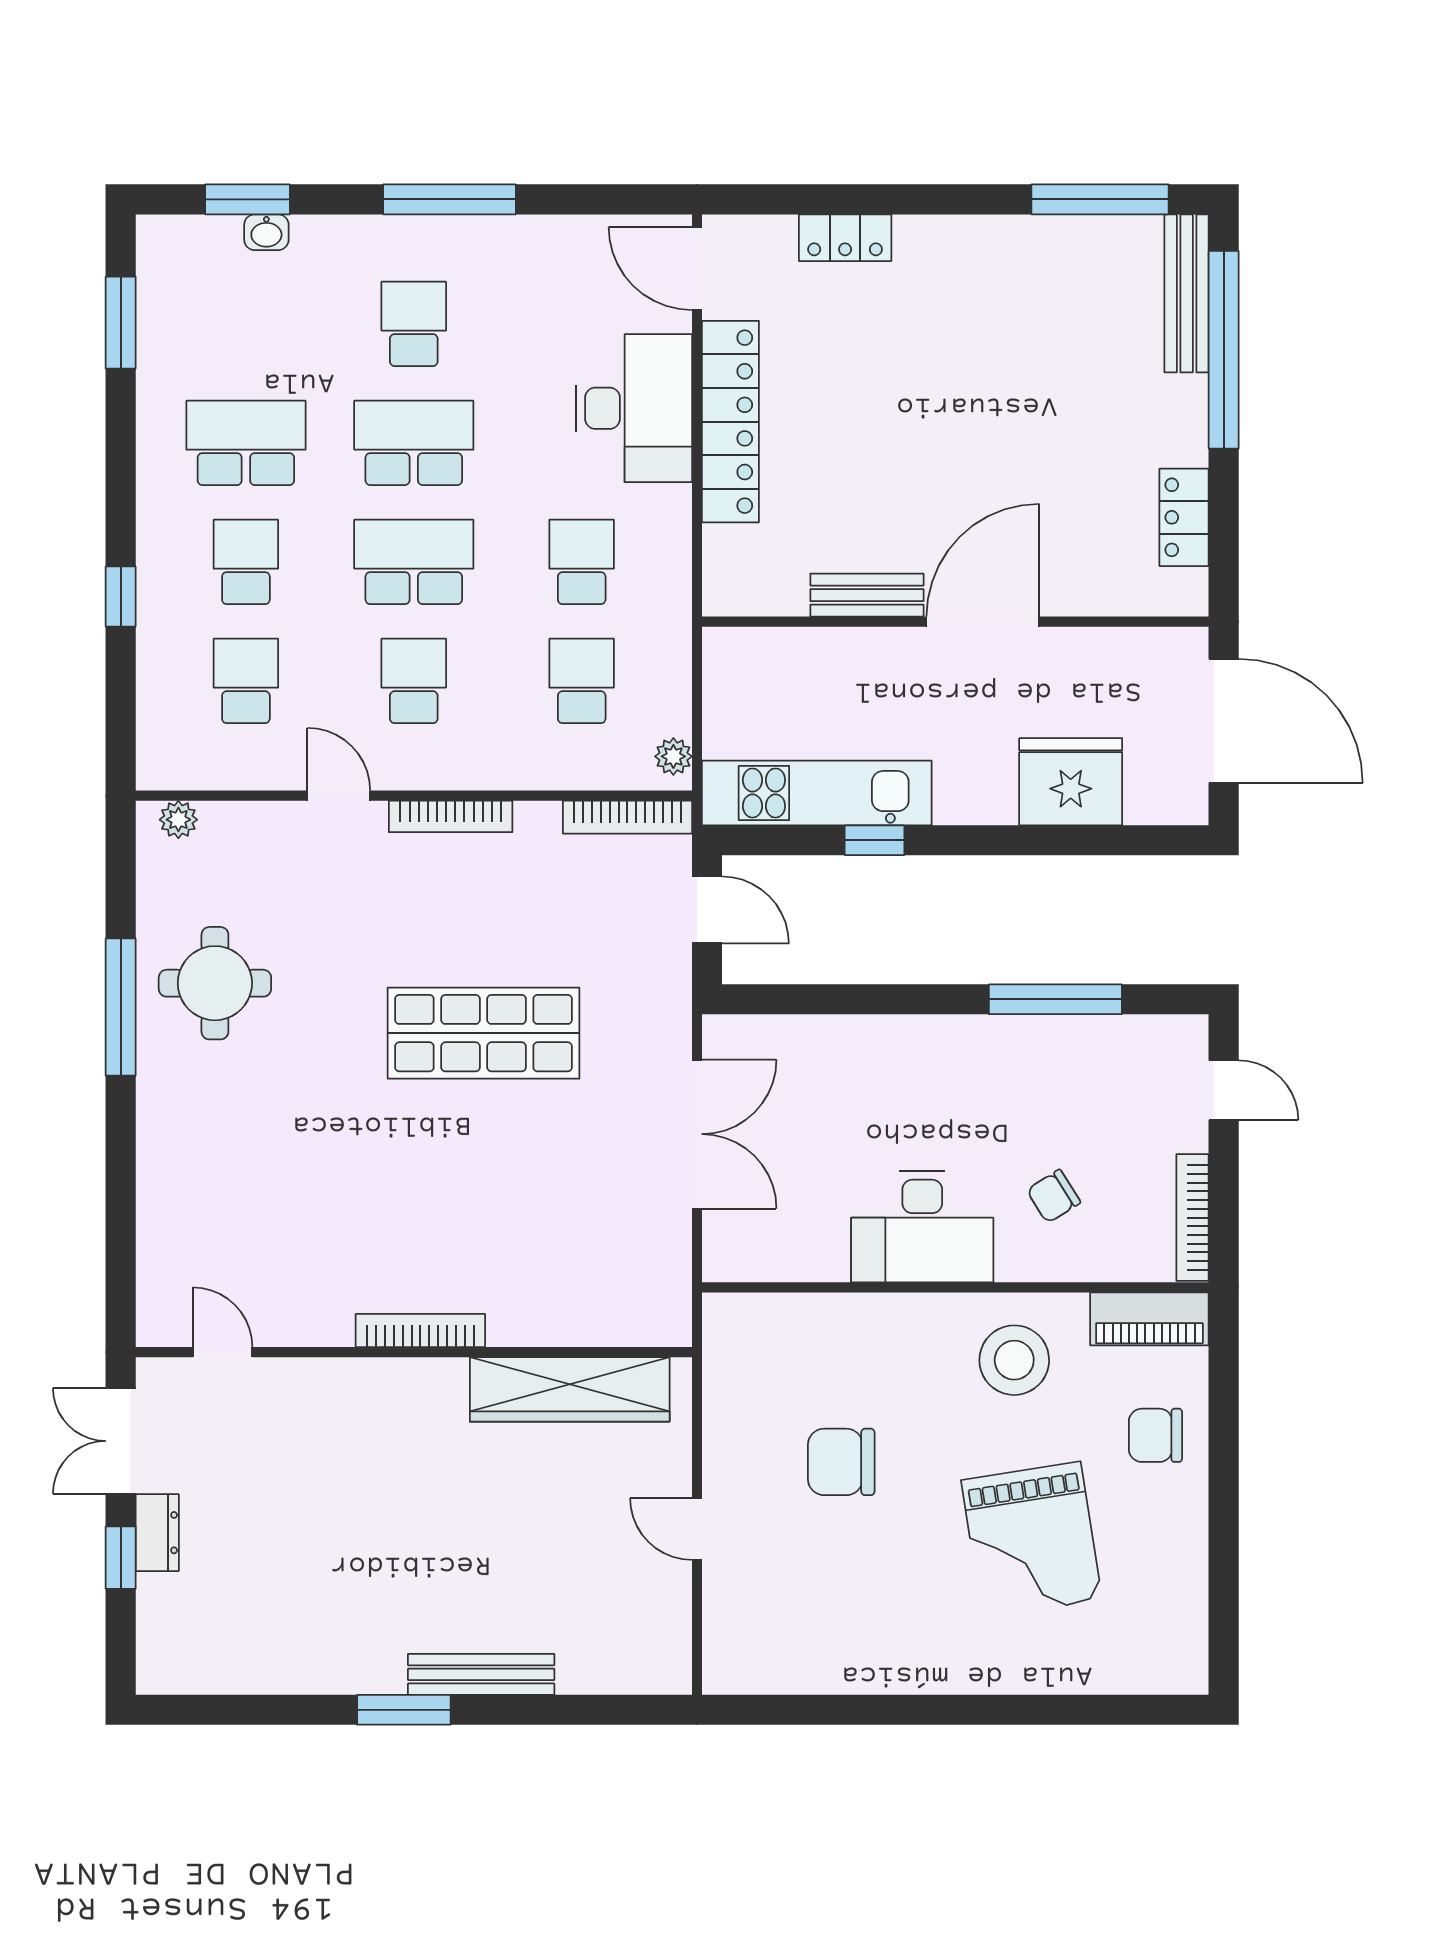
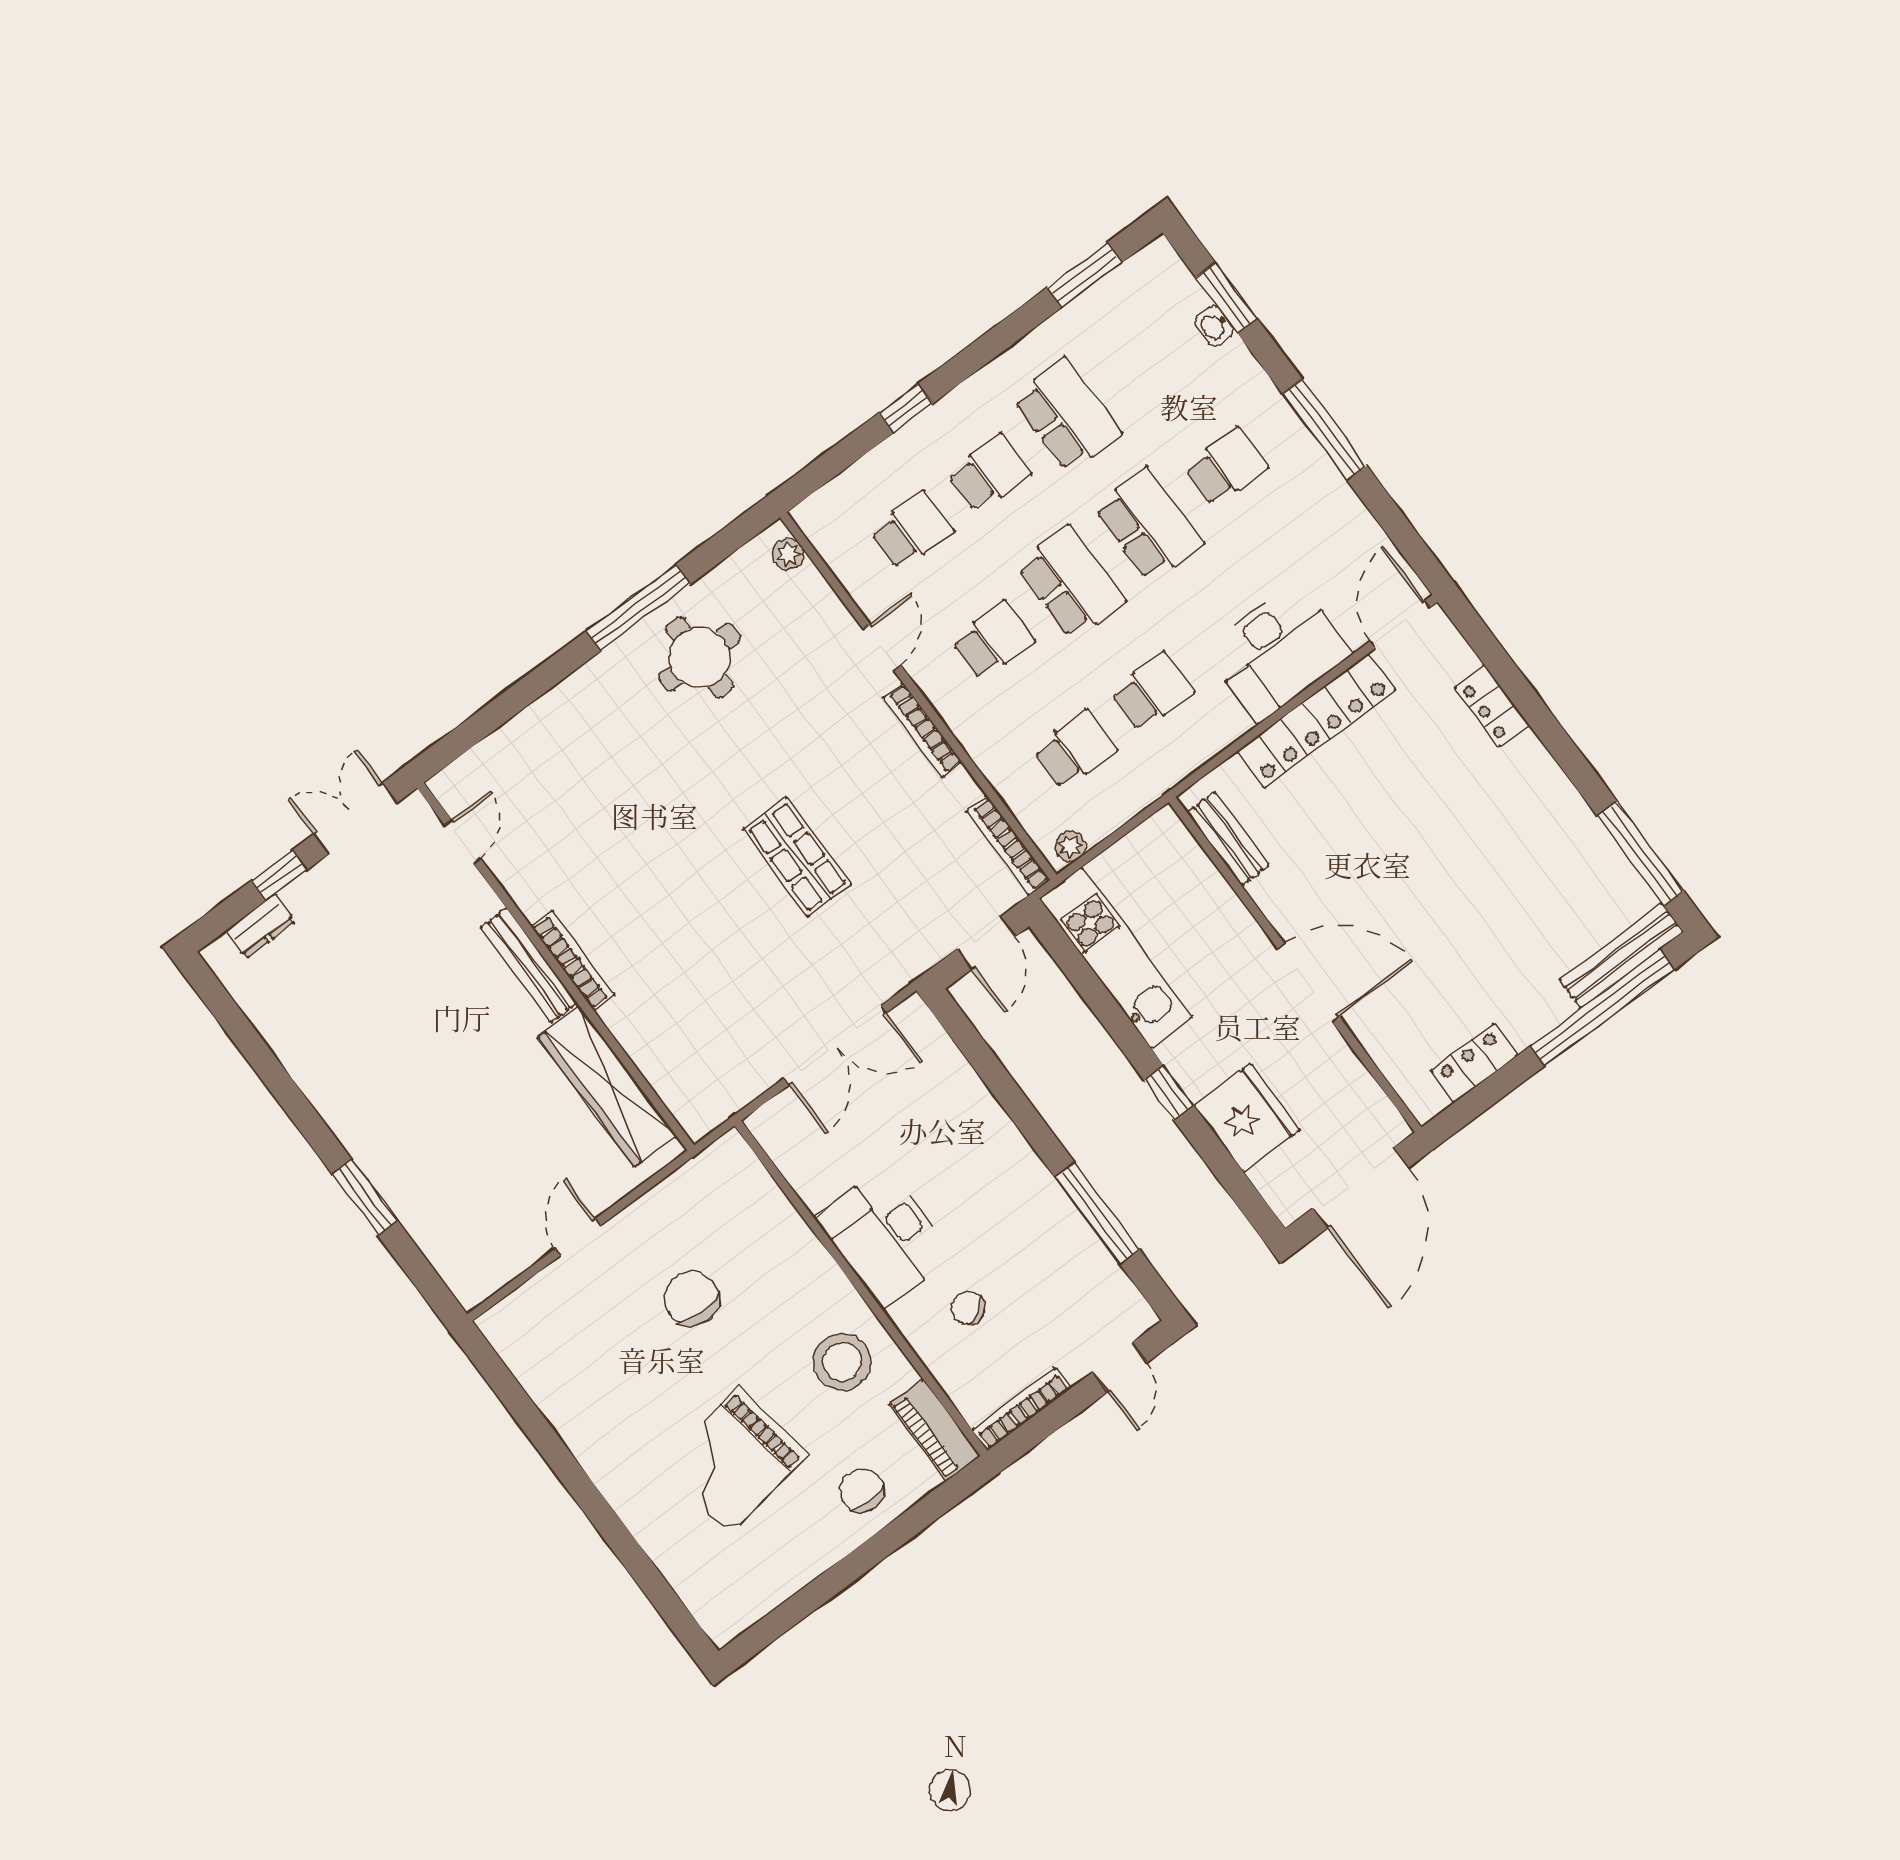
bench: (867, 595) -> (1228, 839), moved
window: (874, 840) -> (1169, 1093), moved
shop shelf: (484, 1033) -> (797, 857), width x0.70, depth x0.74
dresser: (157, 1533) -> (260, 926), moved
bench: (481, 1674) -> (529, 965), moved
window: (404, 1710) -> (365, 1197), moved

